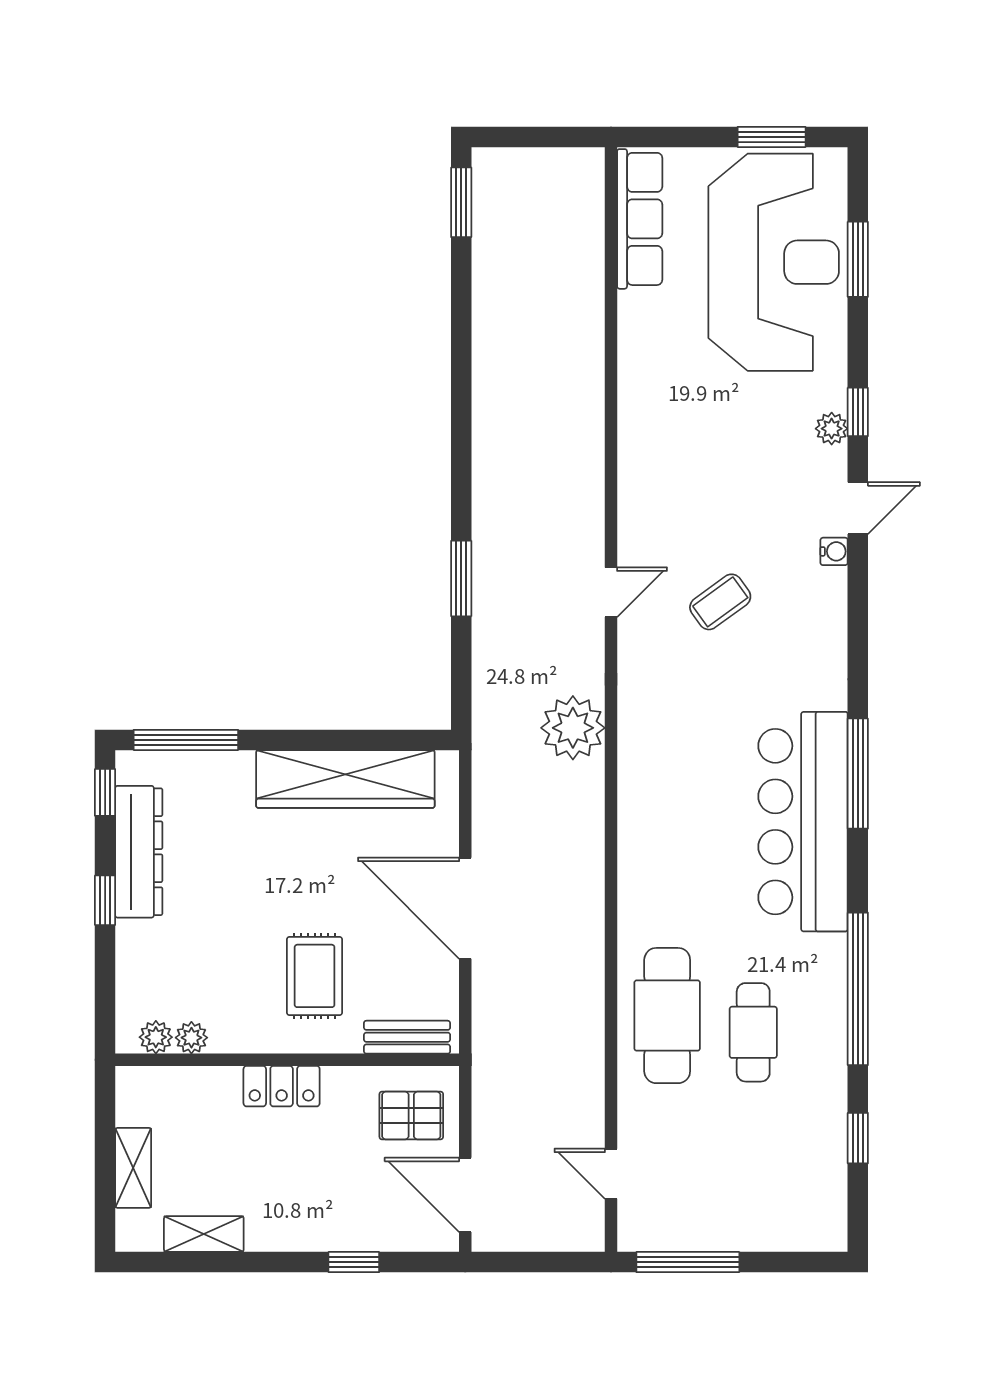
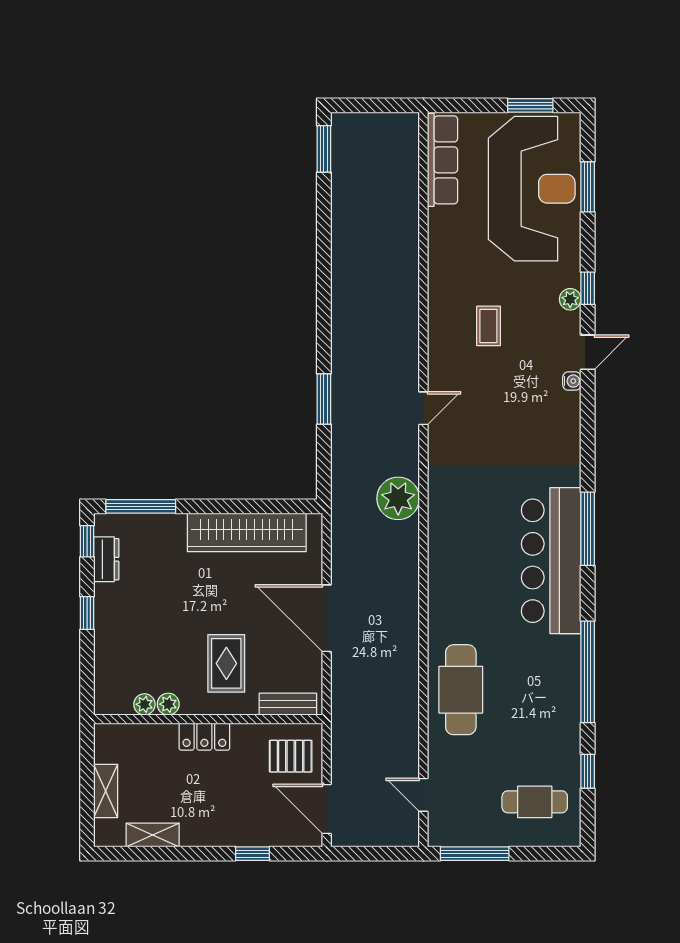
coffee table: (720, 602) -> (488, 326), moved, turned -54
dresser: (139, 852) -> (106, 559), width x0.51, depth x0.80
cafe table: (753, 1032) -> (535, 802), moved, turned 90
plant: (156, 1037) -> (168, 704), moved

